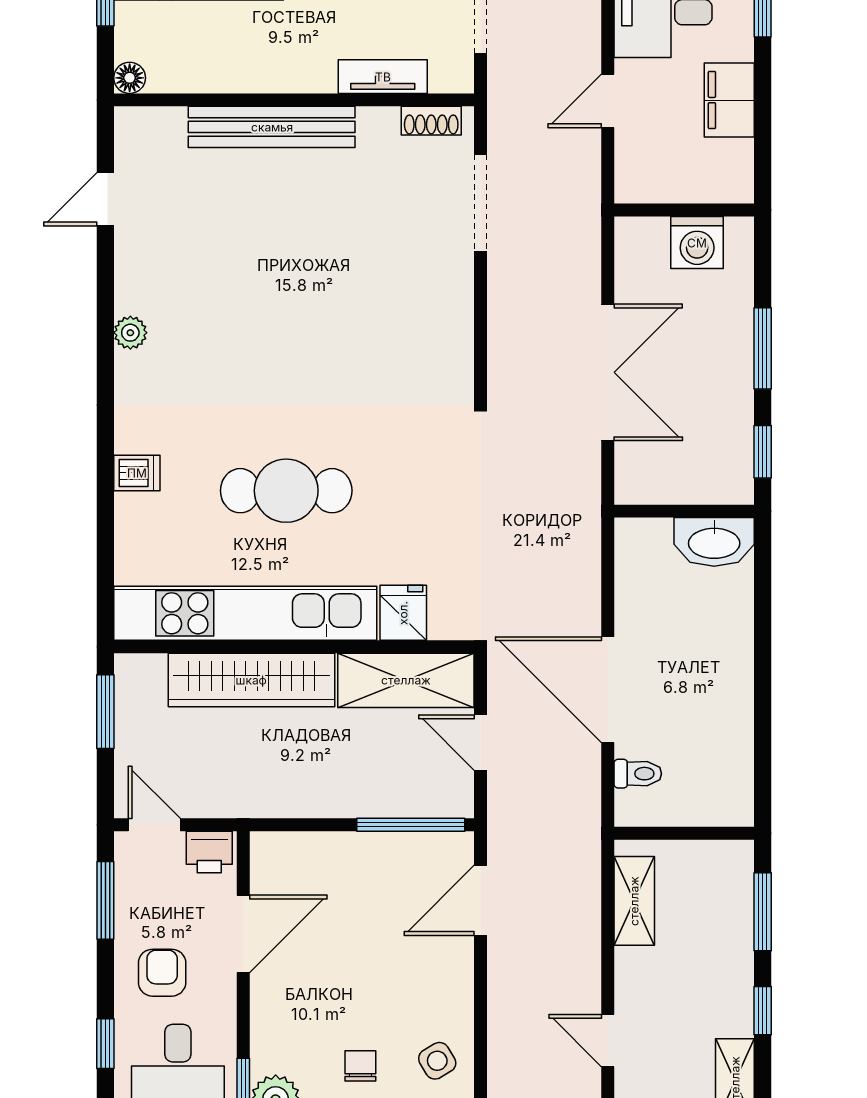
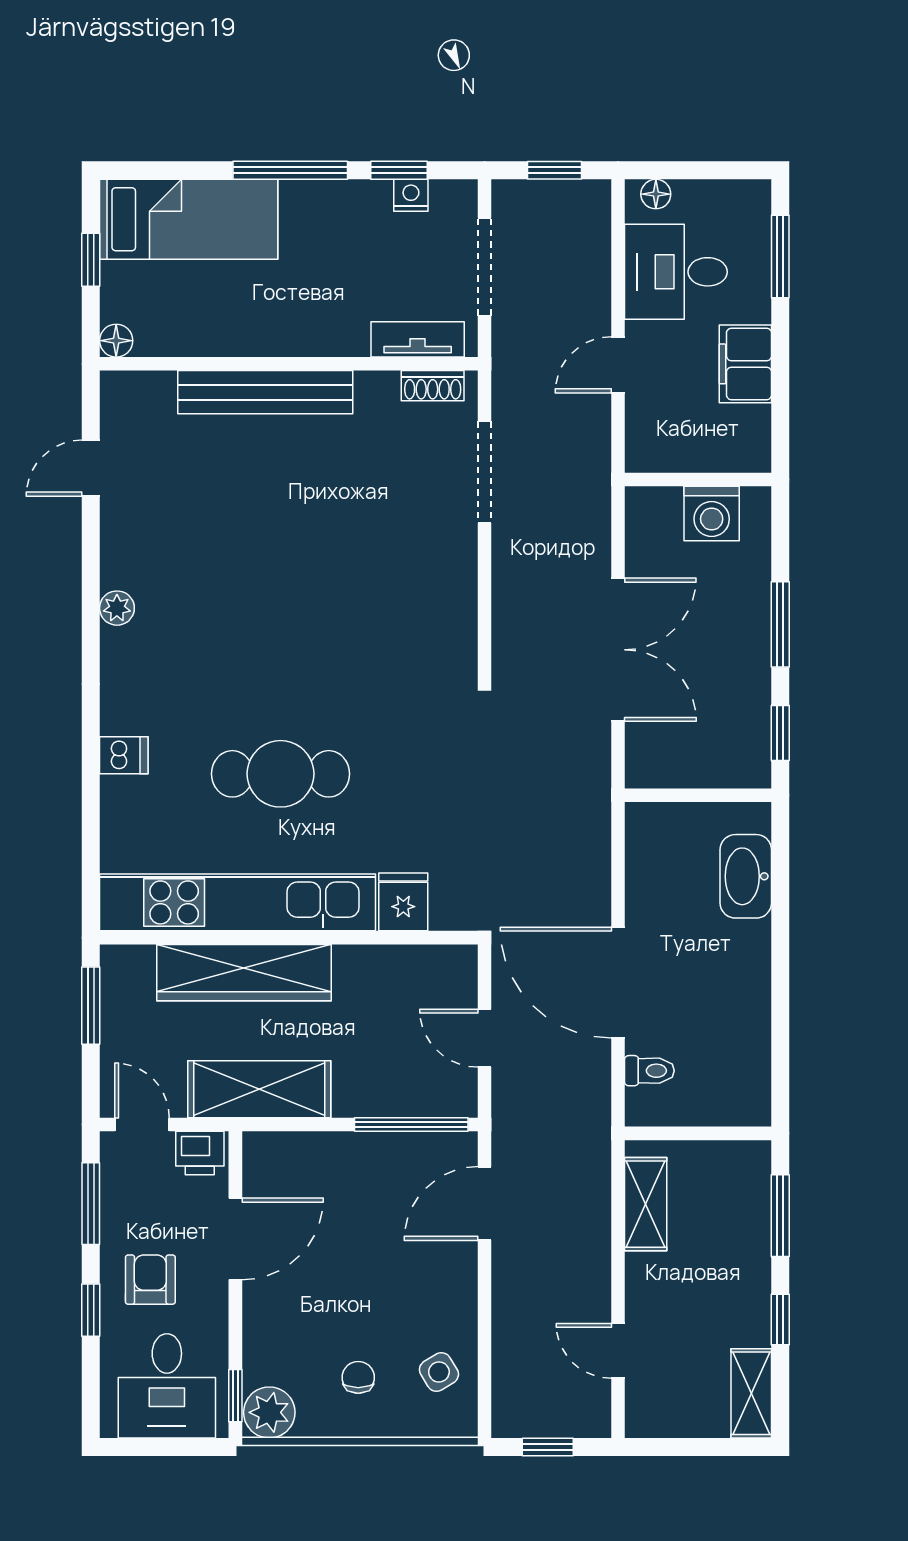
tv unit: (383, 77) -> (418, 339), moved
washbasin: (714, 542) -> (746, 876), moved, turned 90
shelving: (406, 680) -> (259, 1089), moved
window: (105, 1044) -> (91, 1310), moved

